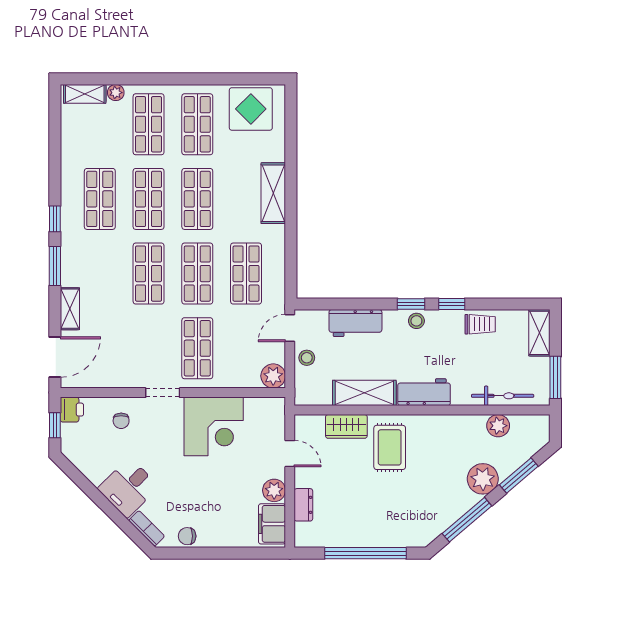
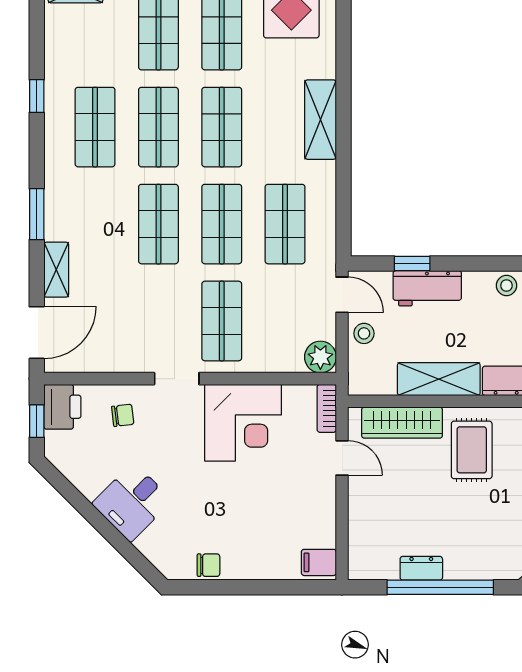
window: (55, 219) -> (37, 96), moved
window: (411, 304) -> (412, 264), moved
door: (290, 328) -> (342, 295), swing flipped
printer: (72, 410) -> (62, 407), width x1.36, depth x1.24
chair: (121, 421) -> (123, 415), turned -97
wardrobe: (346, 426) -> (402, 423), width x1.50
plant: (274, 490) -> (322, 506), removed
dresser: (303, 505) -> (421, 568), moved, turned -90
filing cabinet: (272, 524) -> (319, 562), width x0.50
bookcase: (147, 528) -> (327, 408), moved, turned -135
chair: (187, 536) -> (209, 565), turned 180

